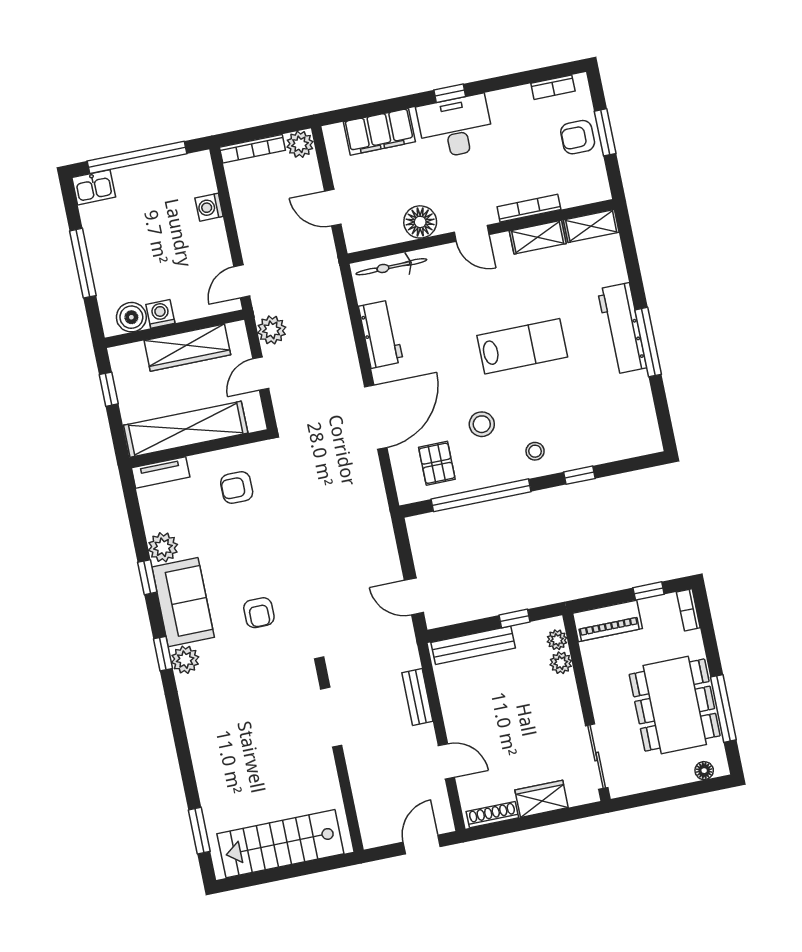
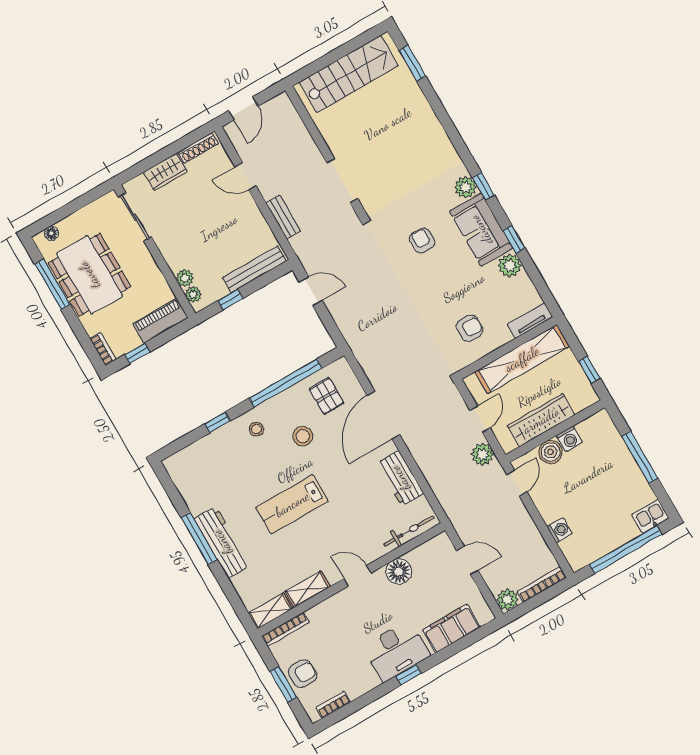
bookcase: (529, 208) -> (285, 629), moved
boiler: (131, 317) -> (551, 452), moved

